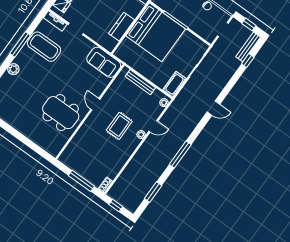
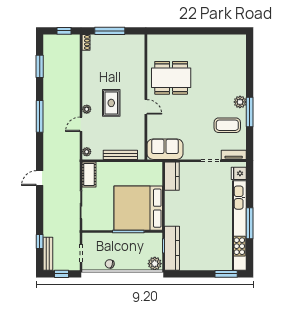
kitchen counter: (121, 27) -> (172, 176), moved
coffee table: (44, 47) -> (227, 125), width x0.73, depth x0.76
plant: (13, 69) -> (240, 102), moved

